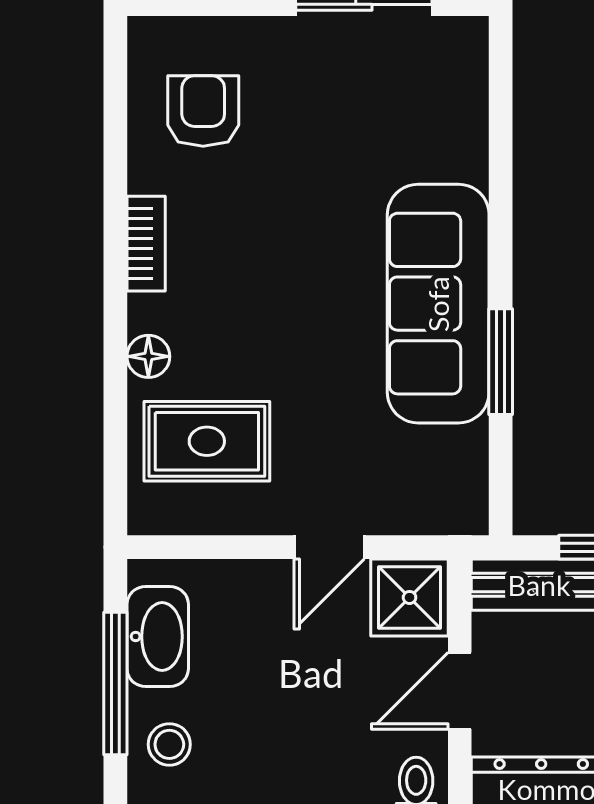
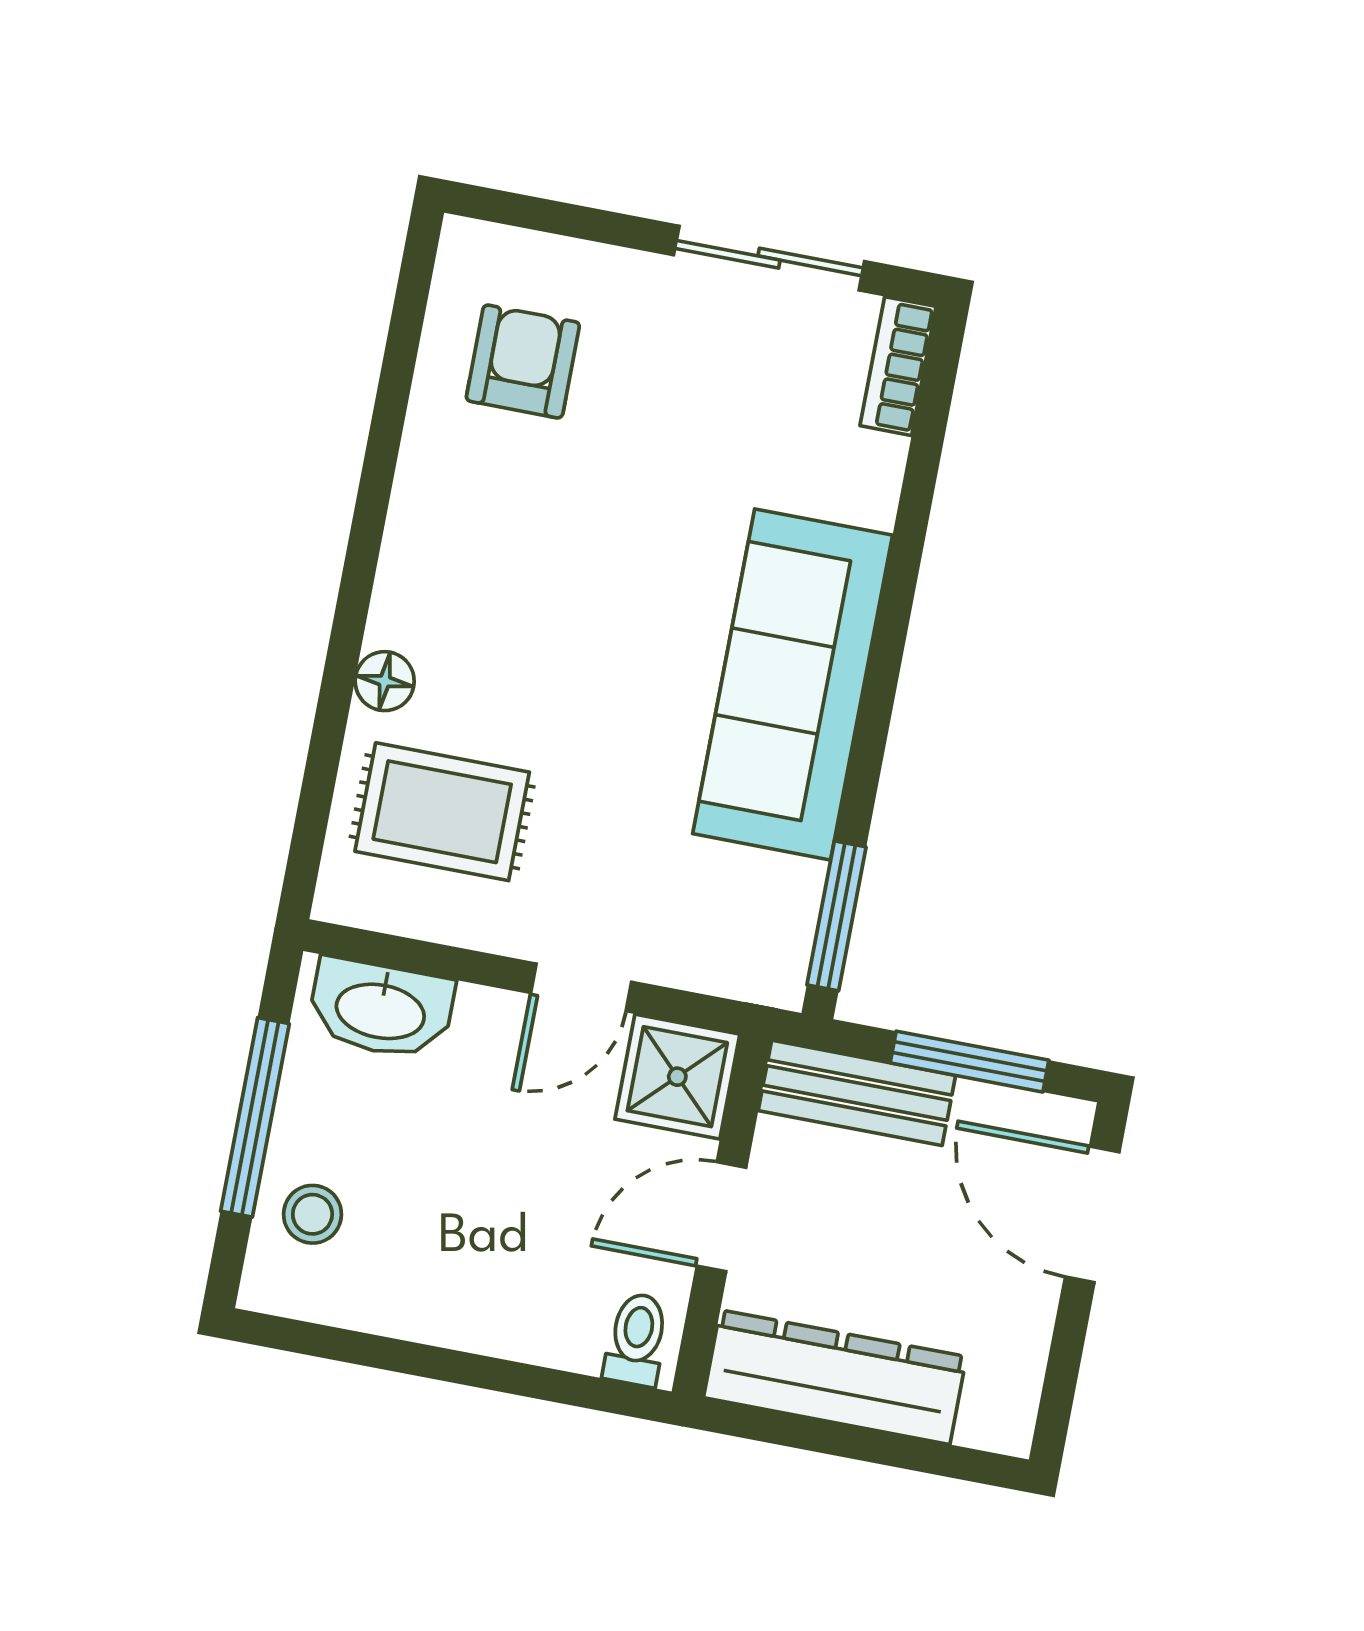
bookcase: (146, 244) -> (898, 366), moved, turned 180
window: (501, 362) -> (836, 916), moved
washbasin: (158, 637) -> (381, 1009), moved, turned 90

